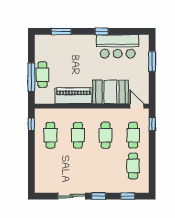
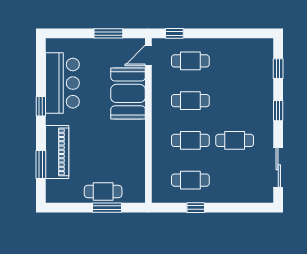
window: (152, 61) -> (108, 33), moved
window: (31, 77) -> (107, 208), width x0.69
piano: (73, 96) -> (57, 152), moved, turned 180
window: (31, 124) -> (196, 208), moved
cafe table: (133, 166) -> (235, 140), moved
sliding door: (71, 196) -> (278, 167), moved

